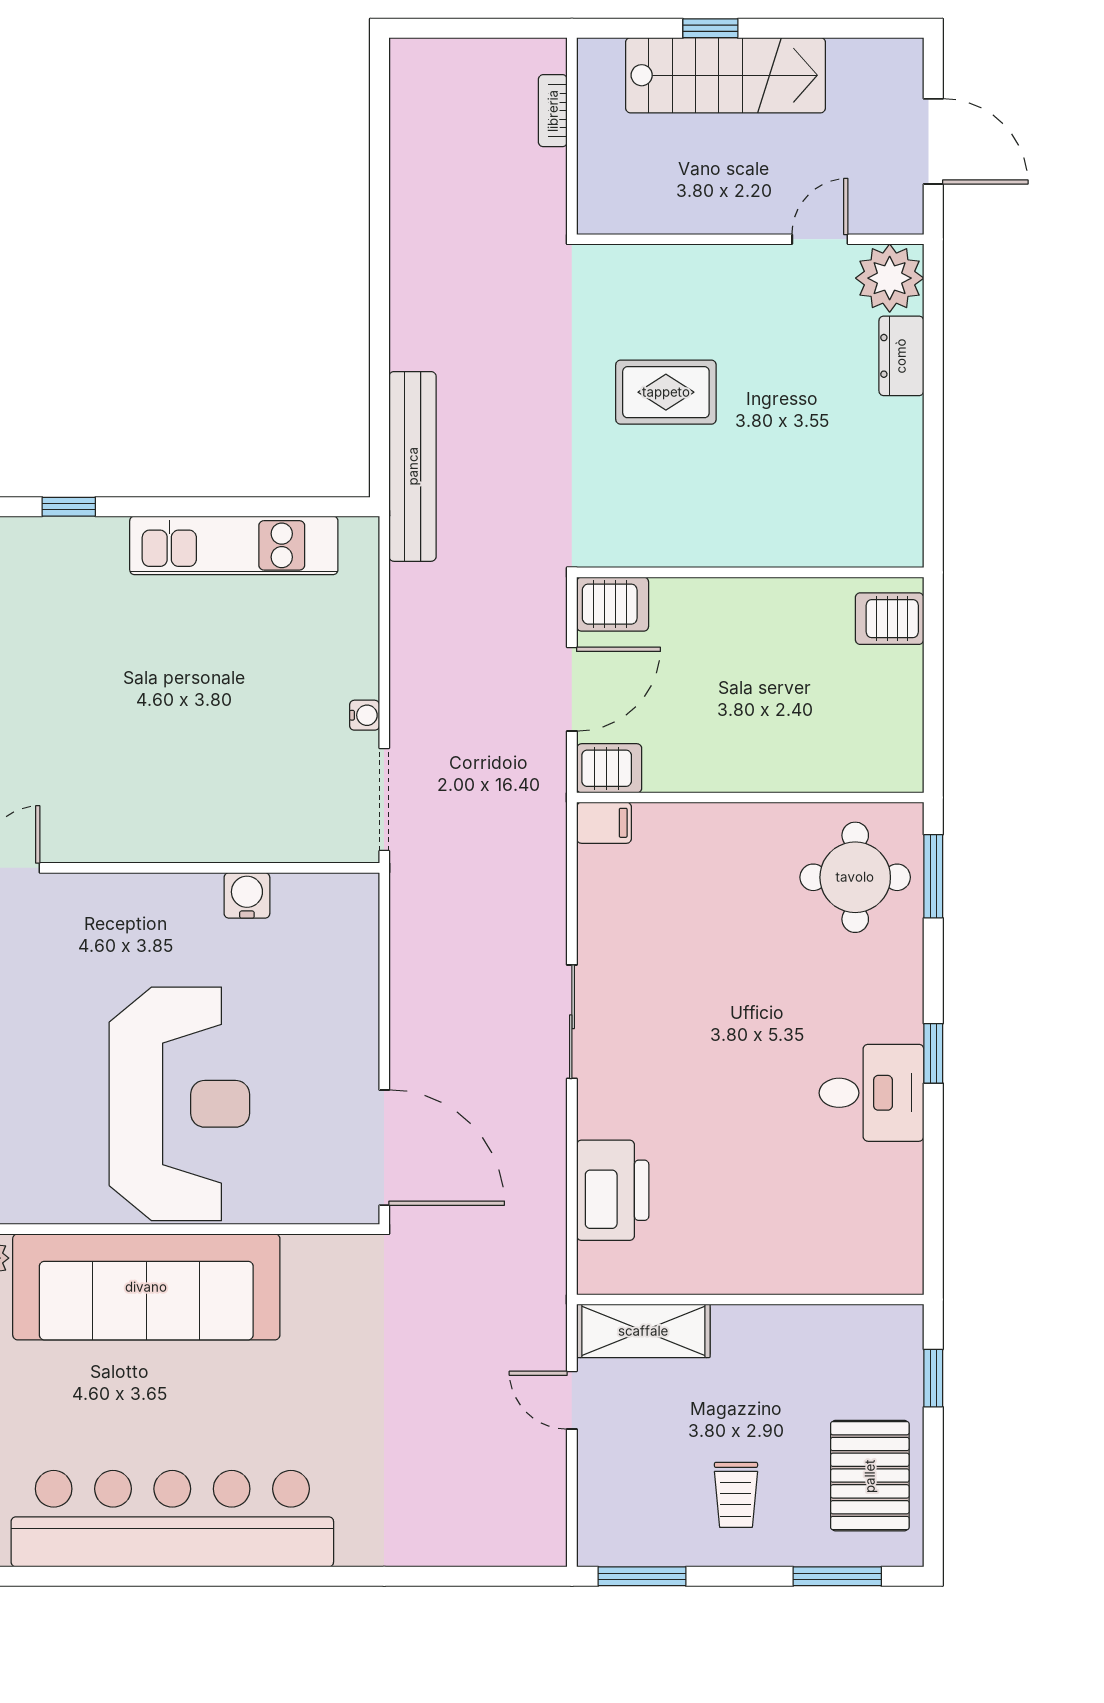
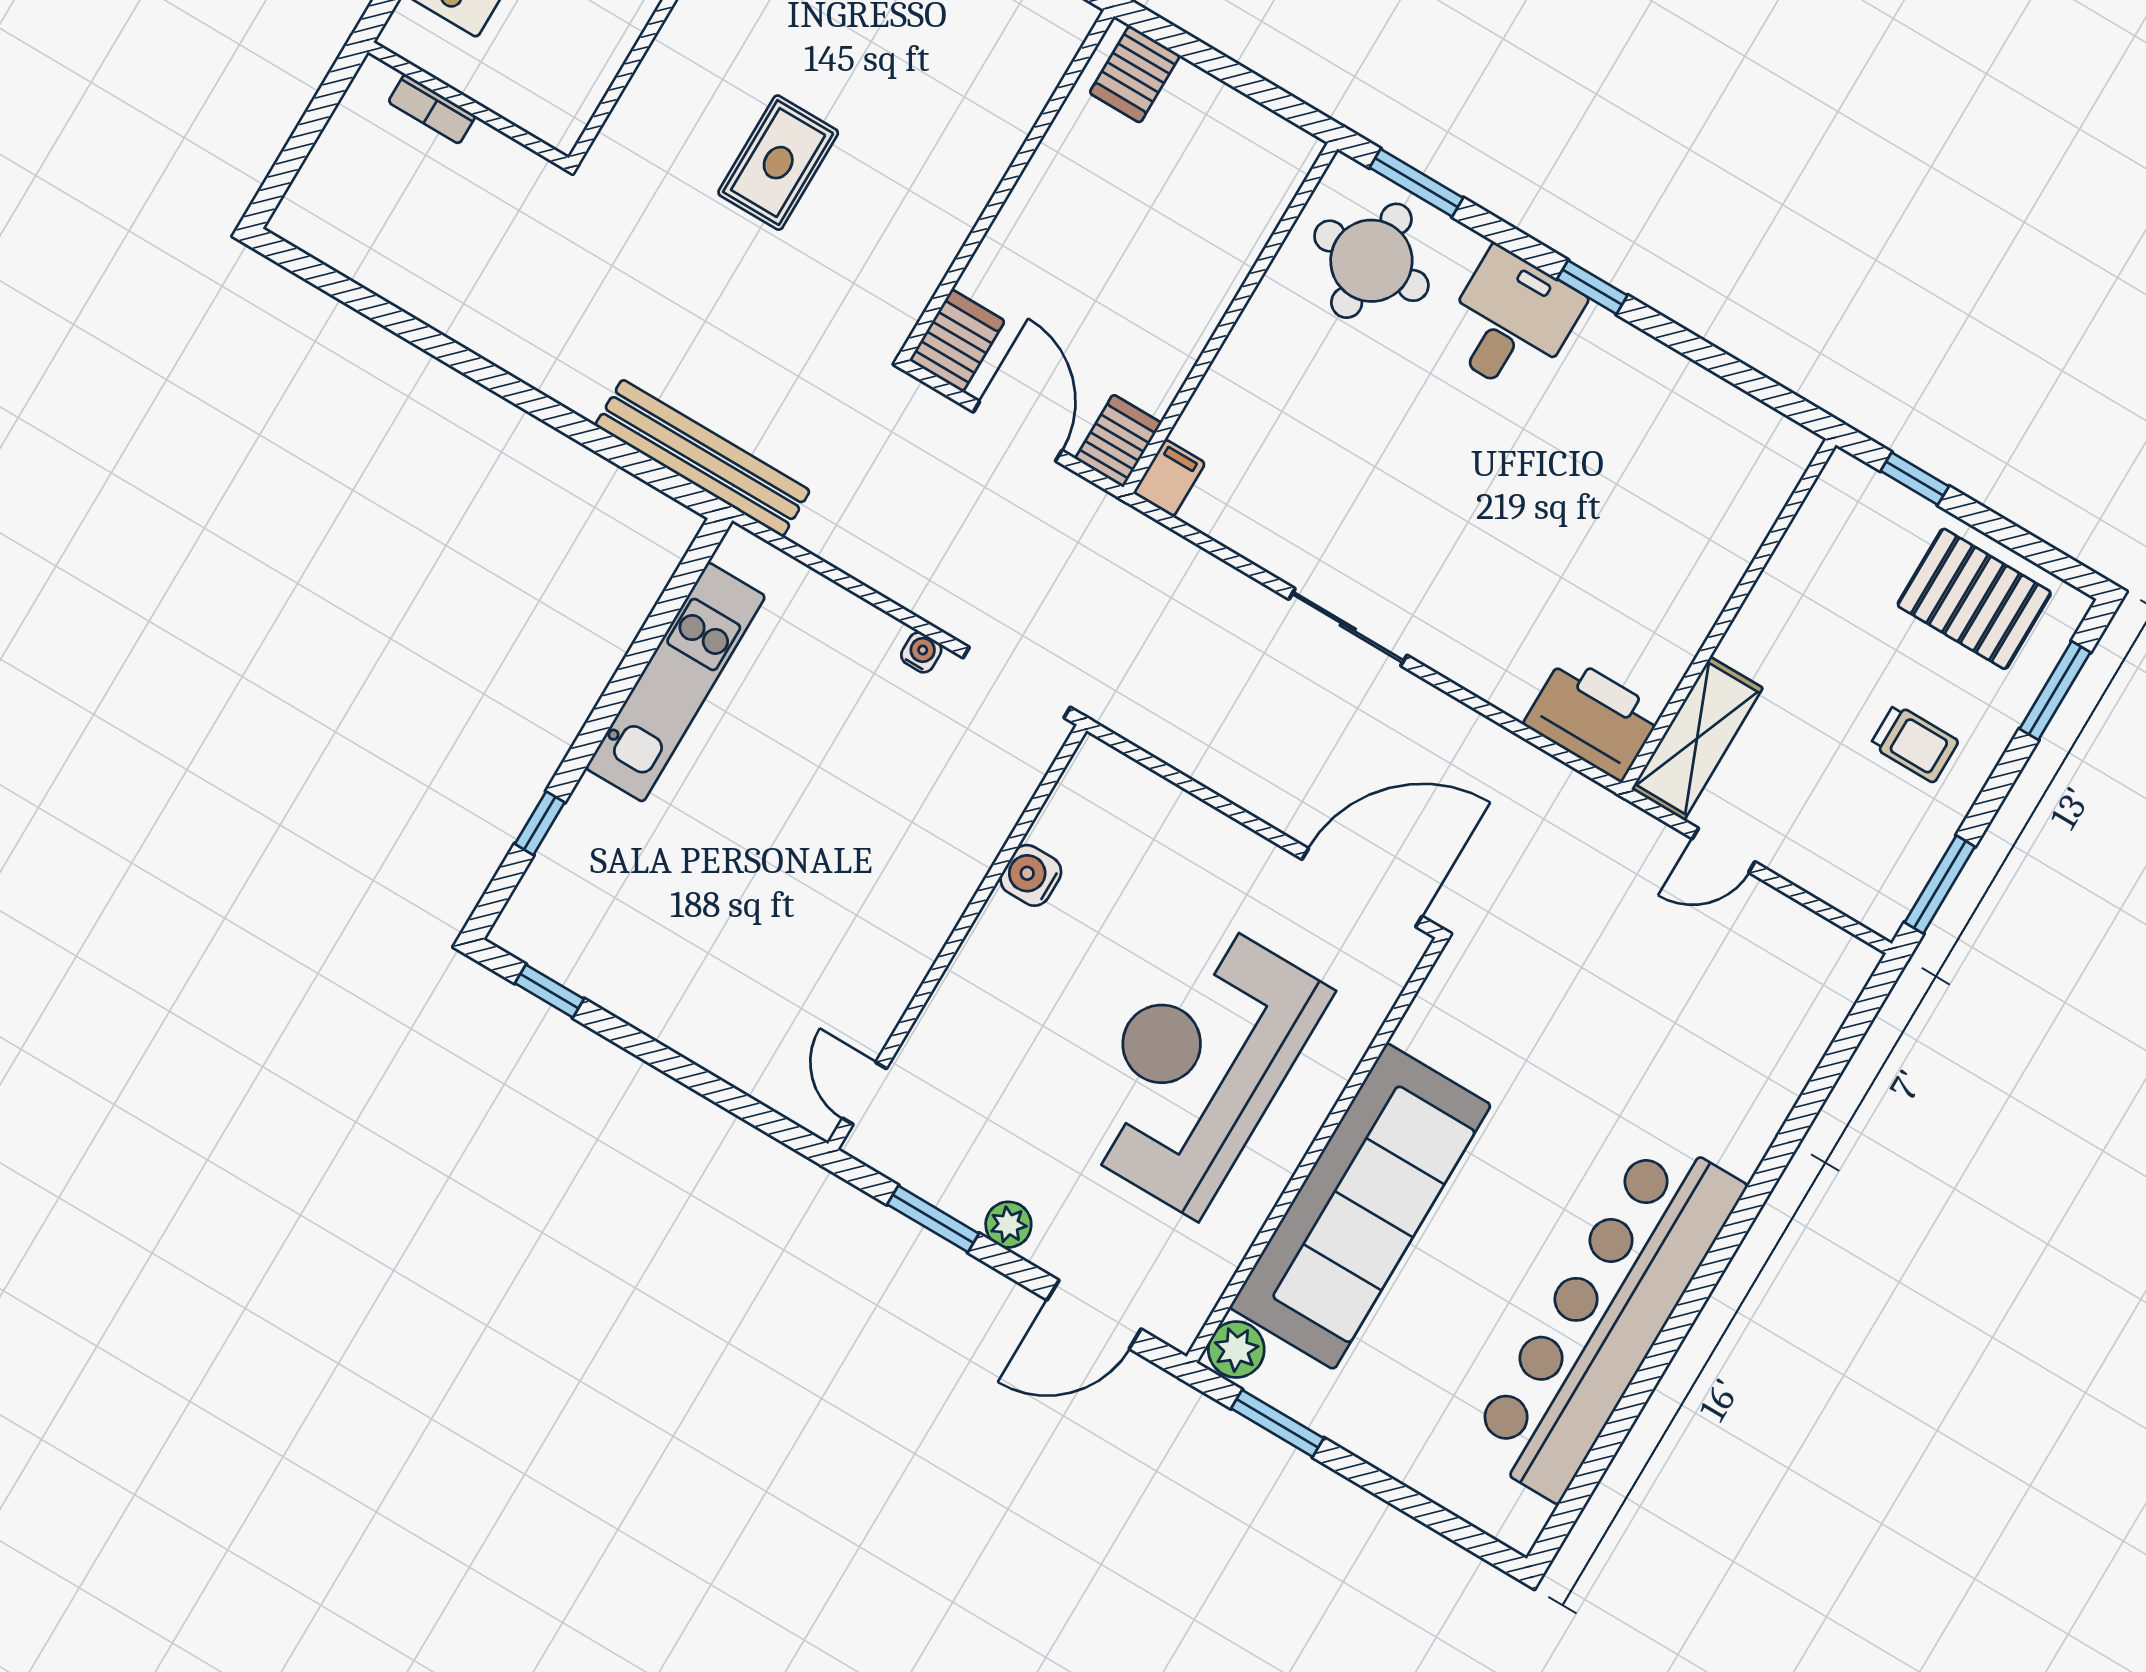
desk: (871, 1093) -> (1511, 322), moved
reception desk: (179, 1104) -> (1198, 1065), turned -90
printer: (613, 1190) -> (1593, 718), moved

